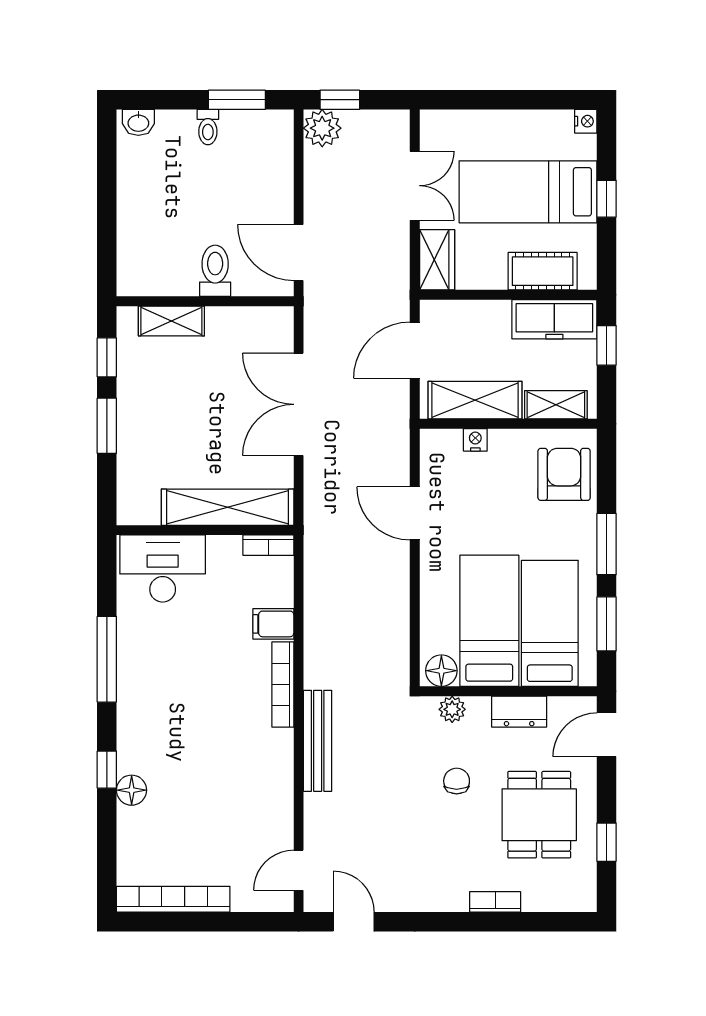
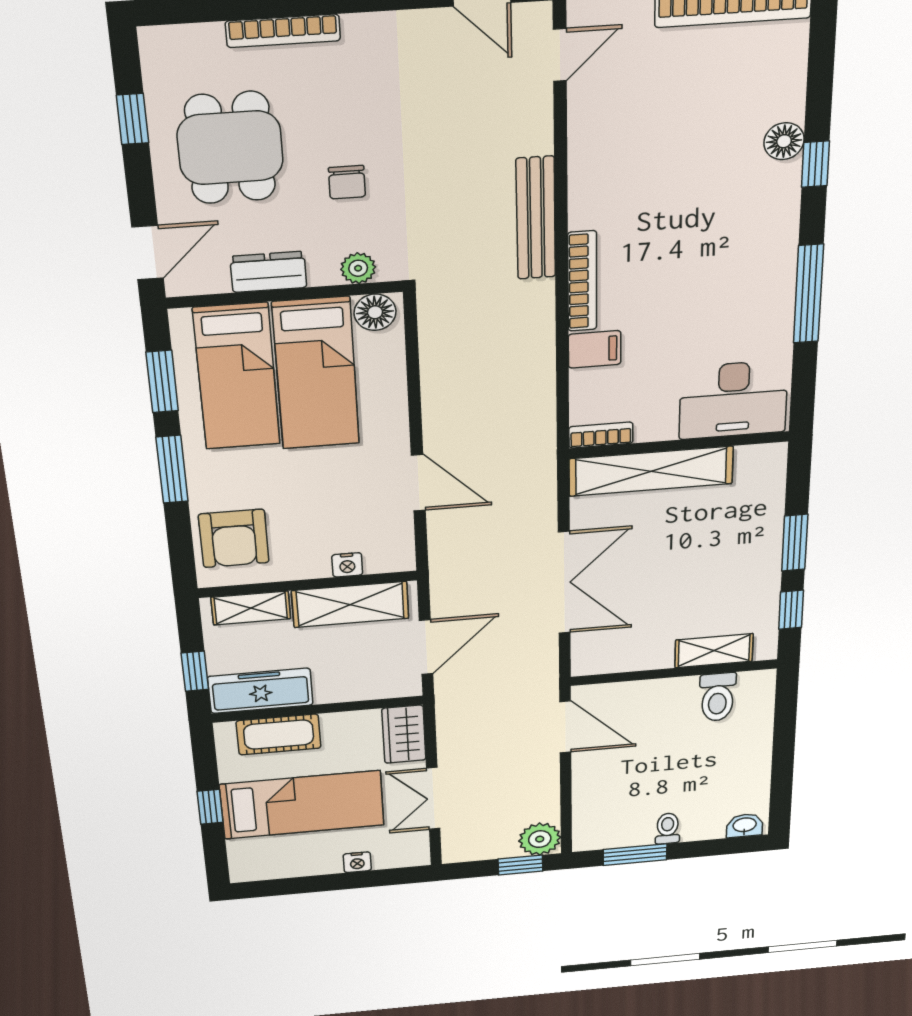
nightstand: (586, 121) -> (357, 862), moved, turned -90
toilet: (215, 271) -> (718, 697), moved
bookcase: (495, 902) -> (283, 31), width x1.56

